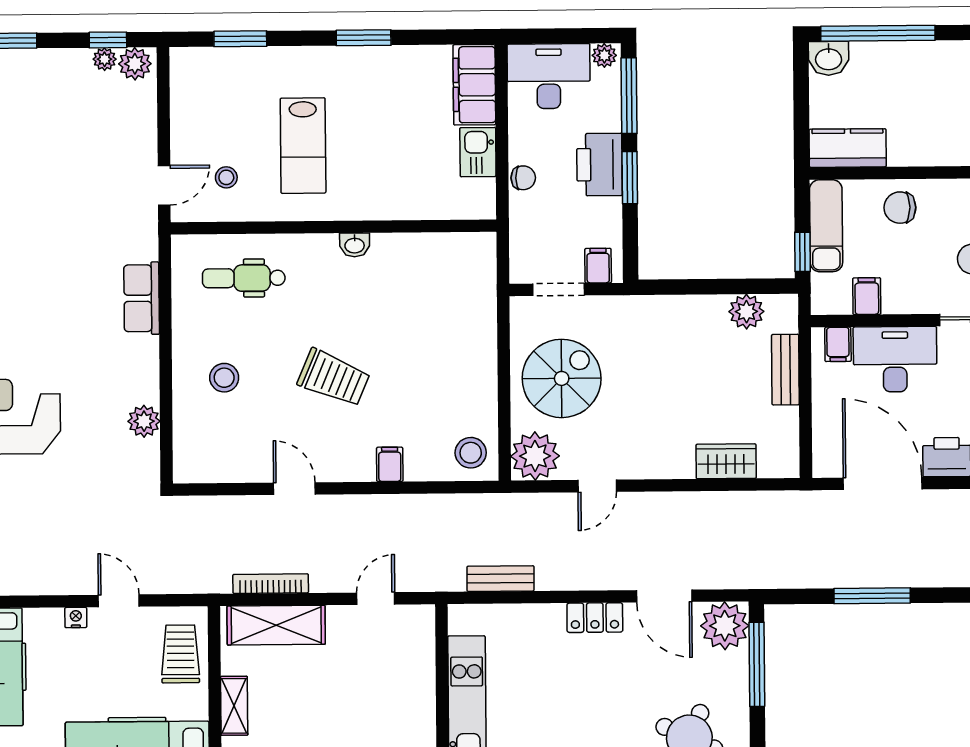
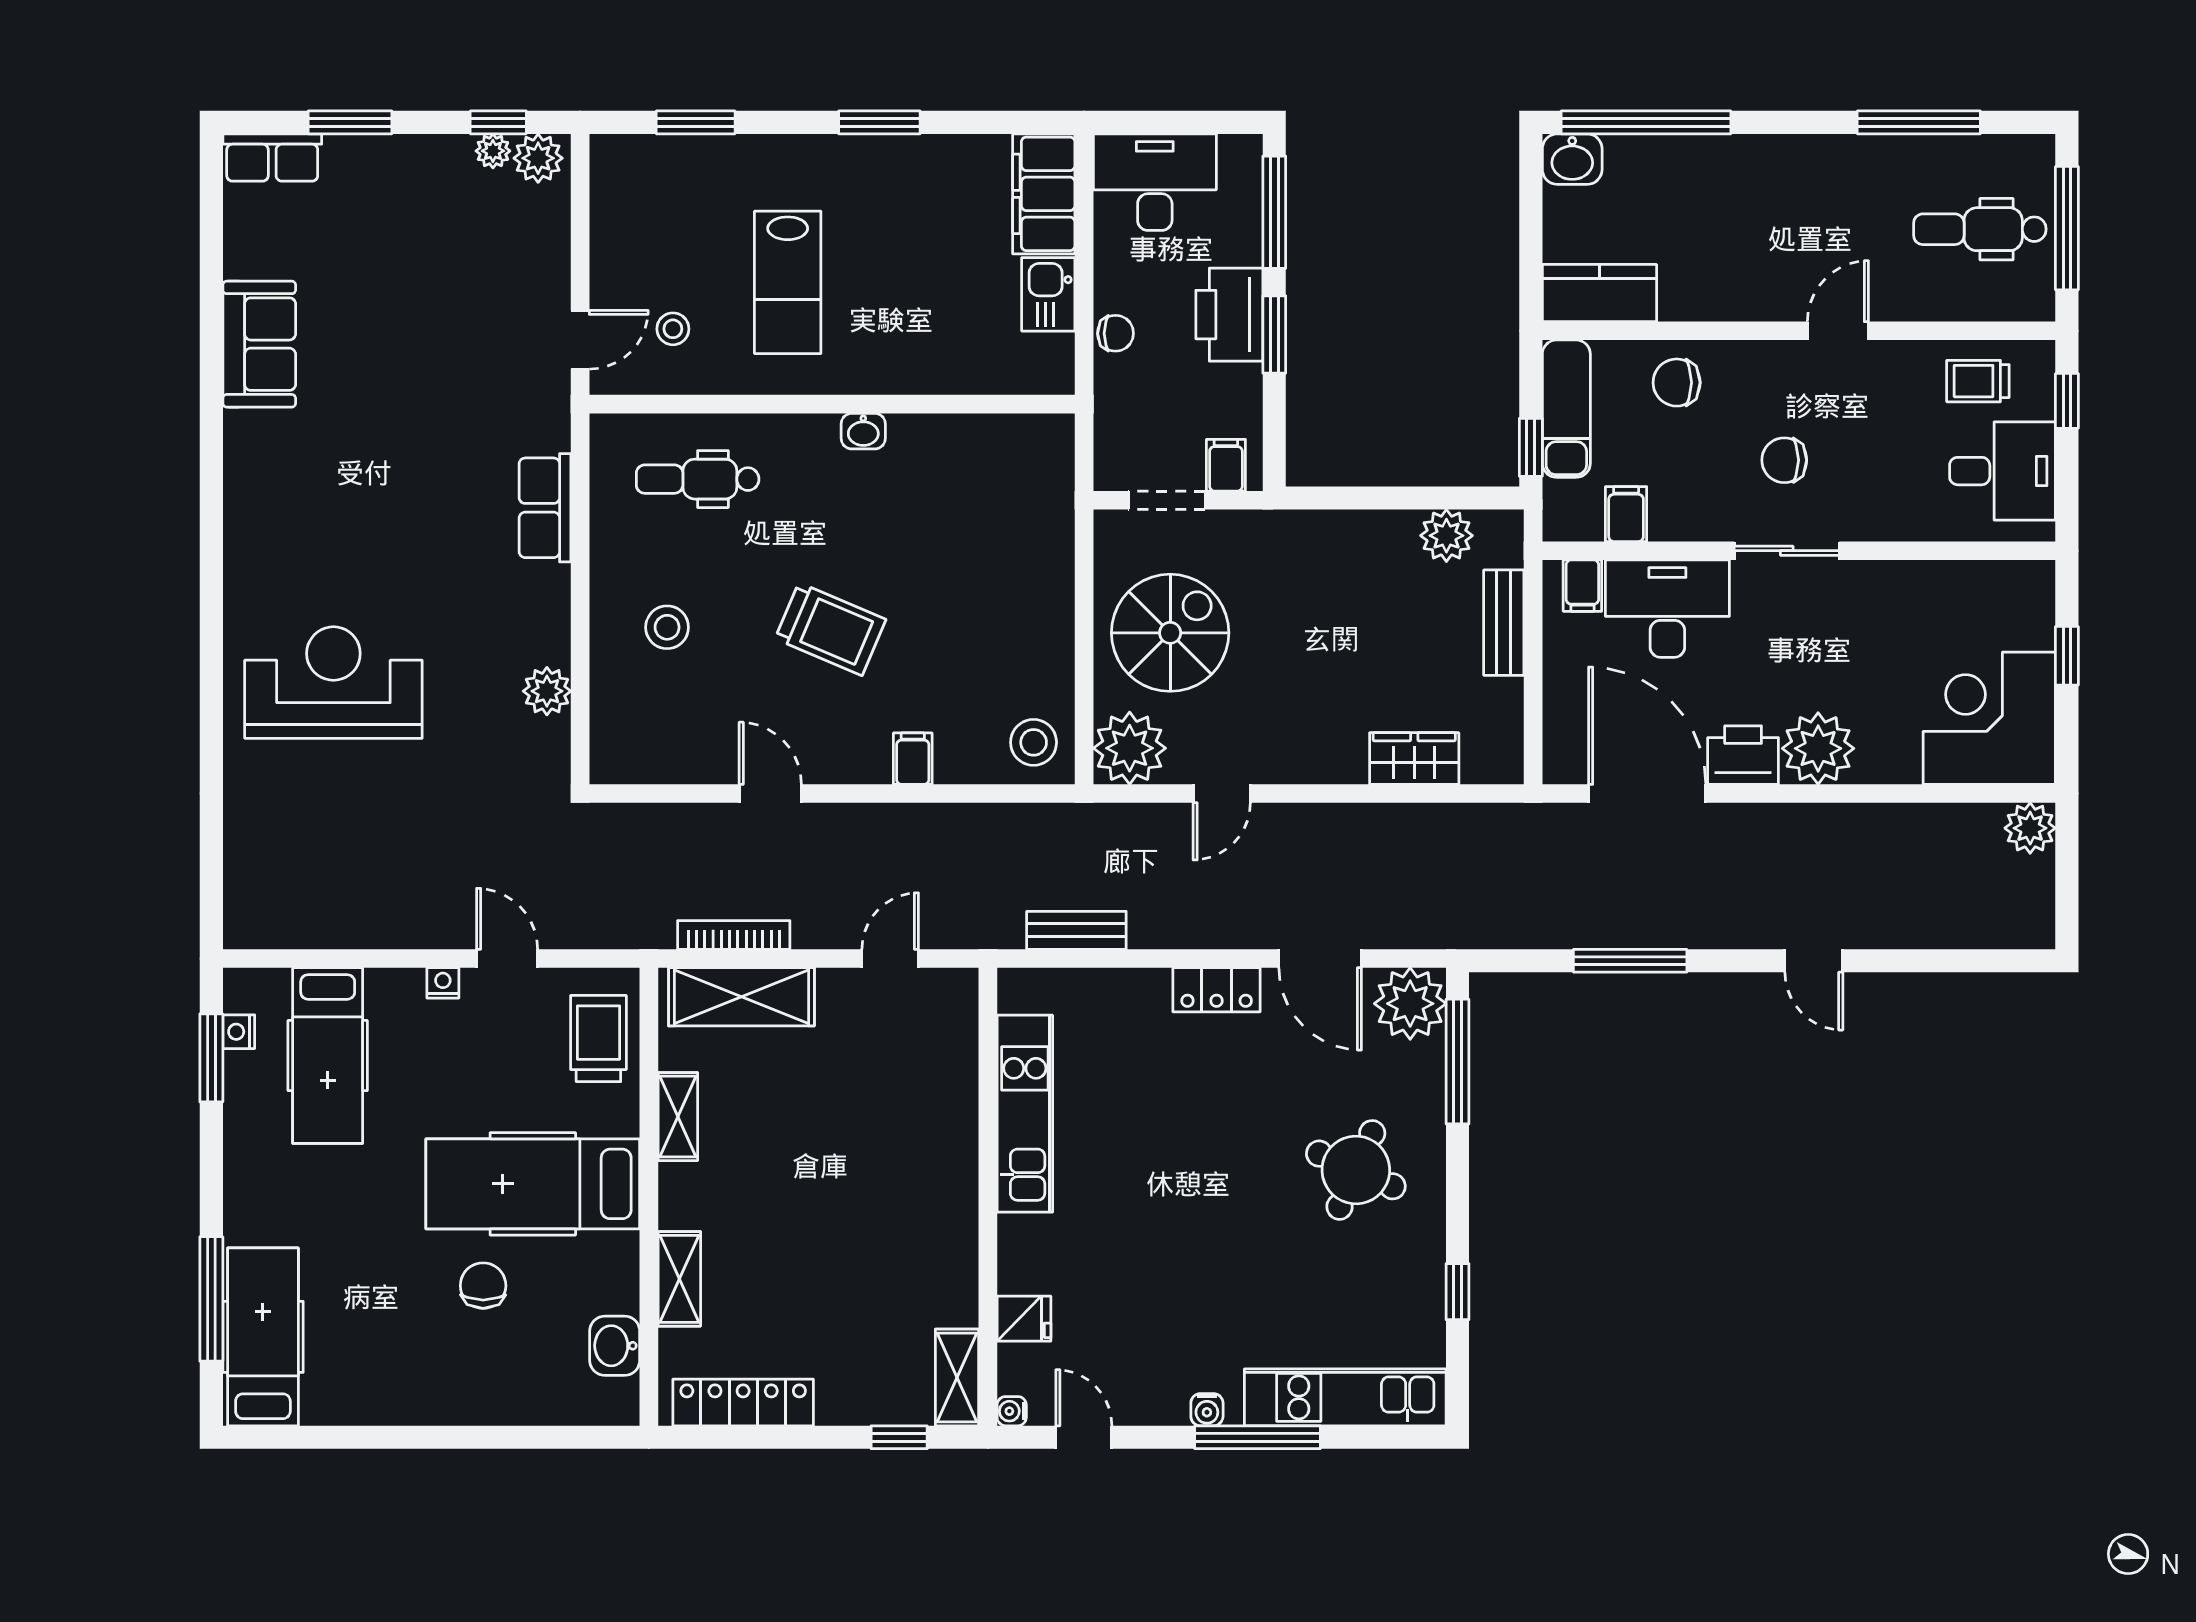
plant: (604, 55) -> (1238, 152), removed

